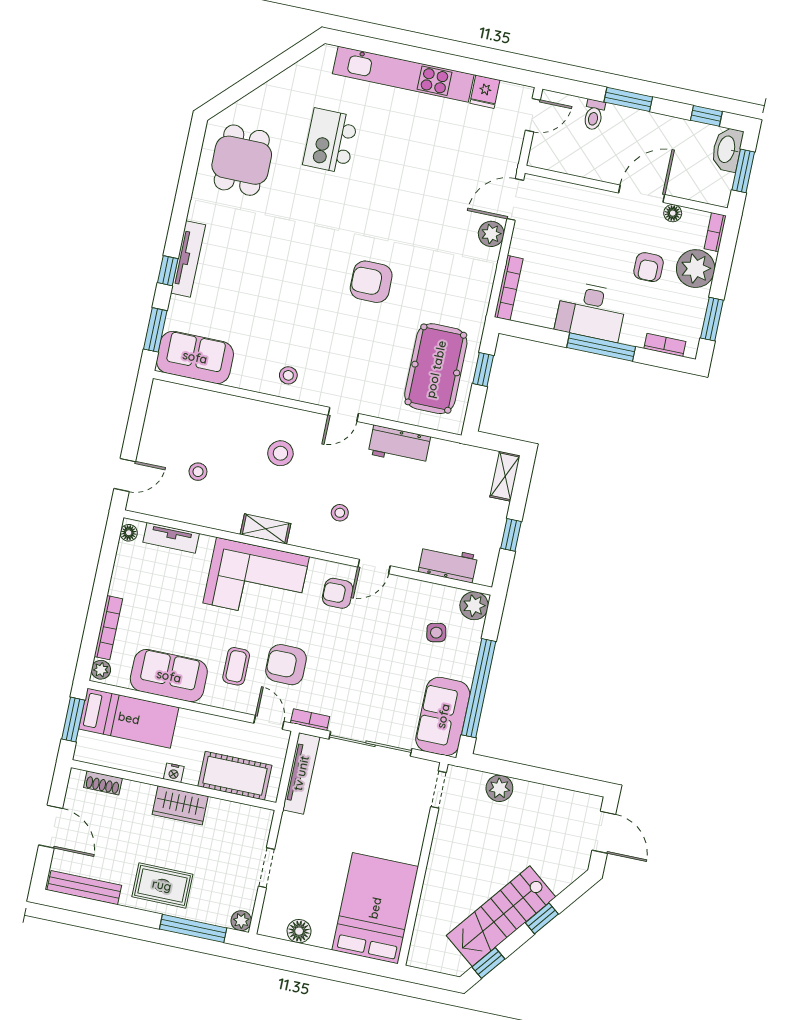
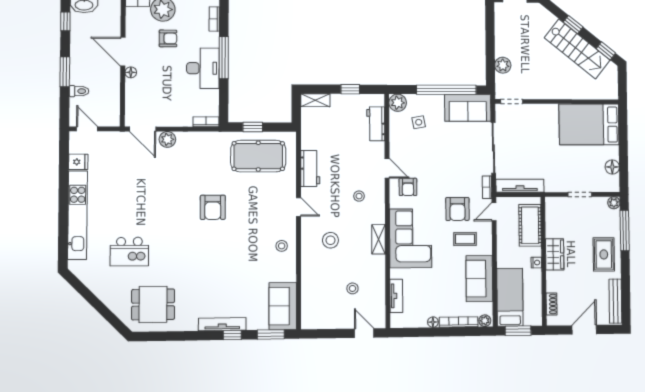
floor lamp: (673, 213) -> (131, 72), moved
bookcase: (509, 288) -> (206, 122), width x0.64
floor lamp: (129, 533) -> (433, 322), moved

